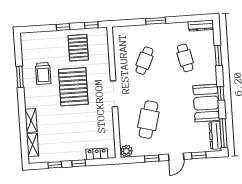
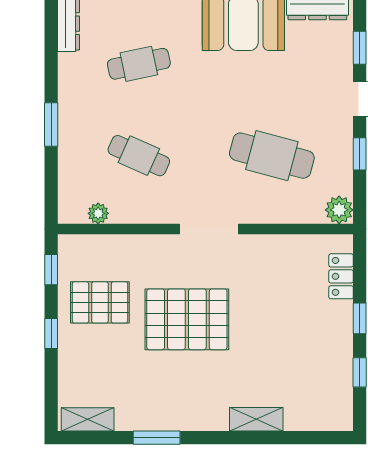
plant: (118, 44) -> (98, 213), added
trolley: (43, 73) -> (153, 385), removed
shelving: (33, 145) -> (88, 419), moved

